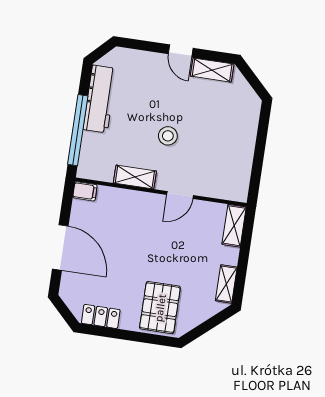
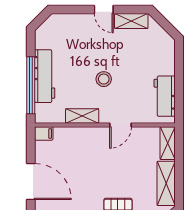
workbench: (100, 99) -> (45, 76), moved
workbench: (239, 168) -> (165, 96), added
shelving: (226, 284) -> (166, 183), width x1.50, depth x1.33

